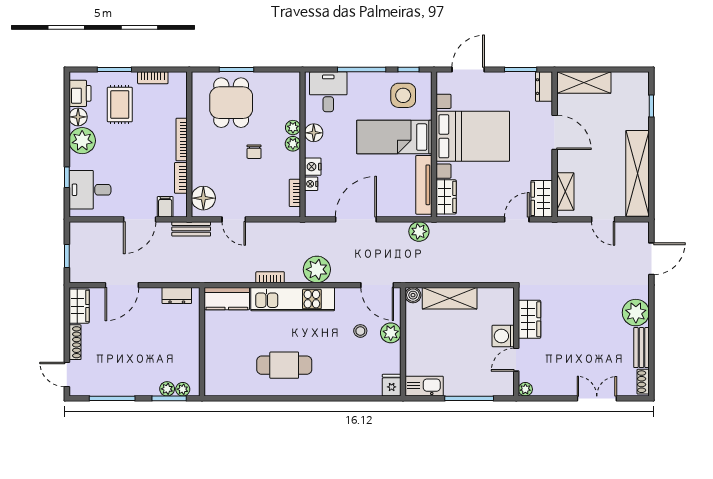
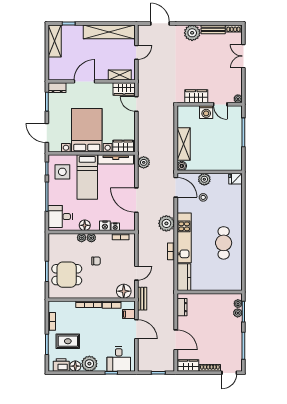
shelving: (584, 83) -> (55, 41), moved
door: (377, 285) -> (176, 187), hinge flipped
kitchen sink: (424, 386) -> (236, 159), removed

